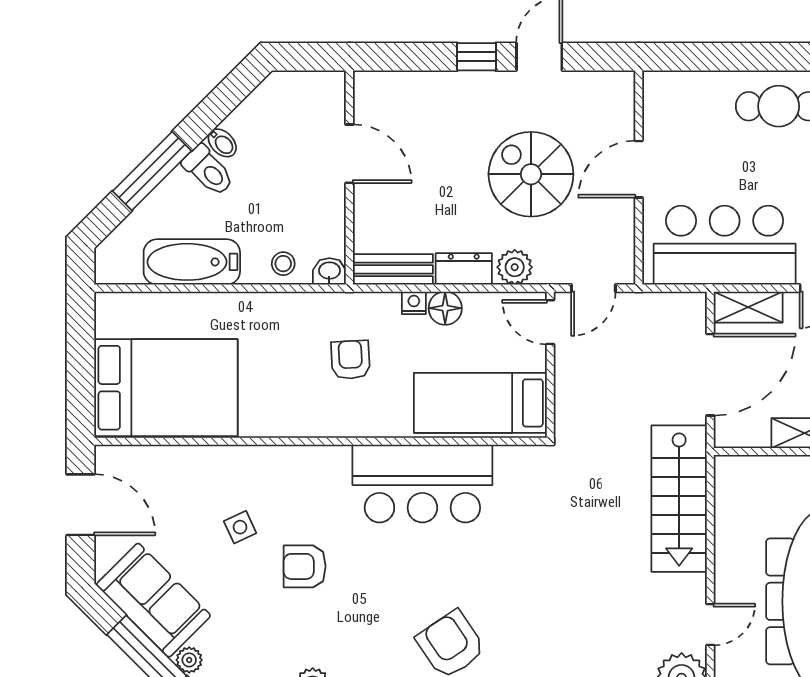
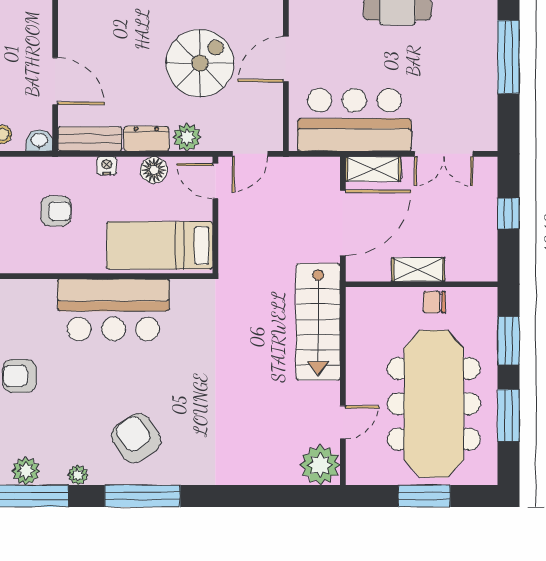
door: (349, 154) -> (55, 81), moved
spiral stairs: (531, 174) -> (200, 63), turned 90
floor lamp: (445, 308) -> (154, 170), moved
armchair: (350, 360) -> (56, 211), turned 93

